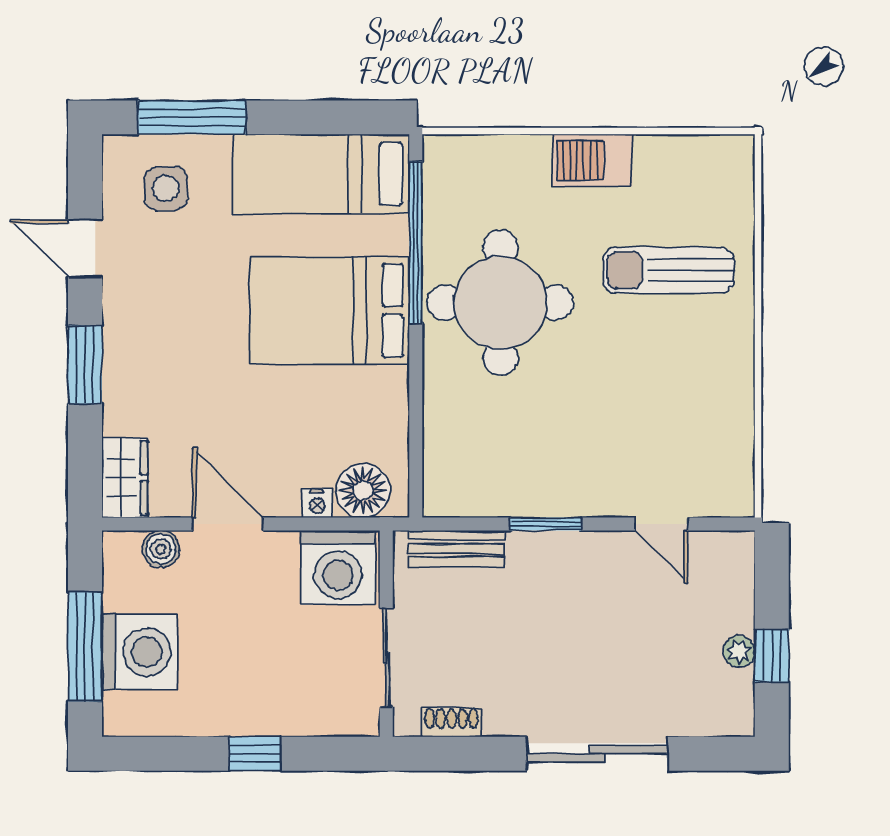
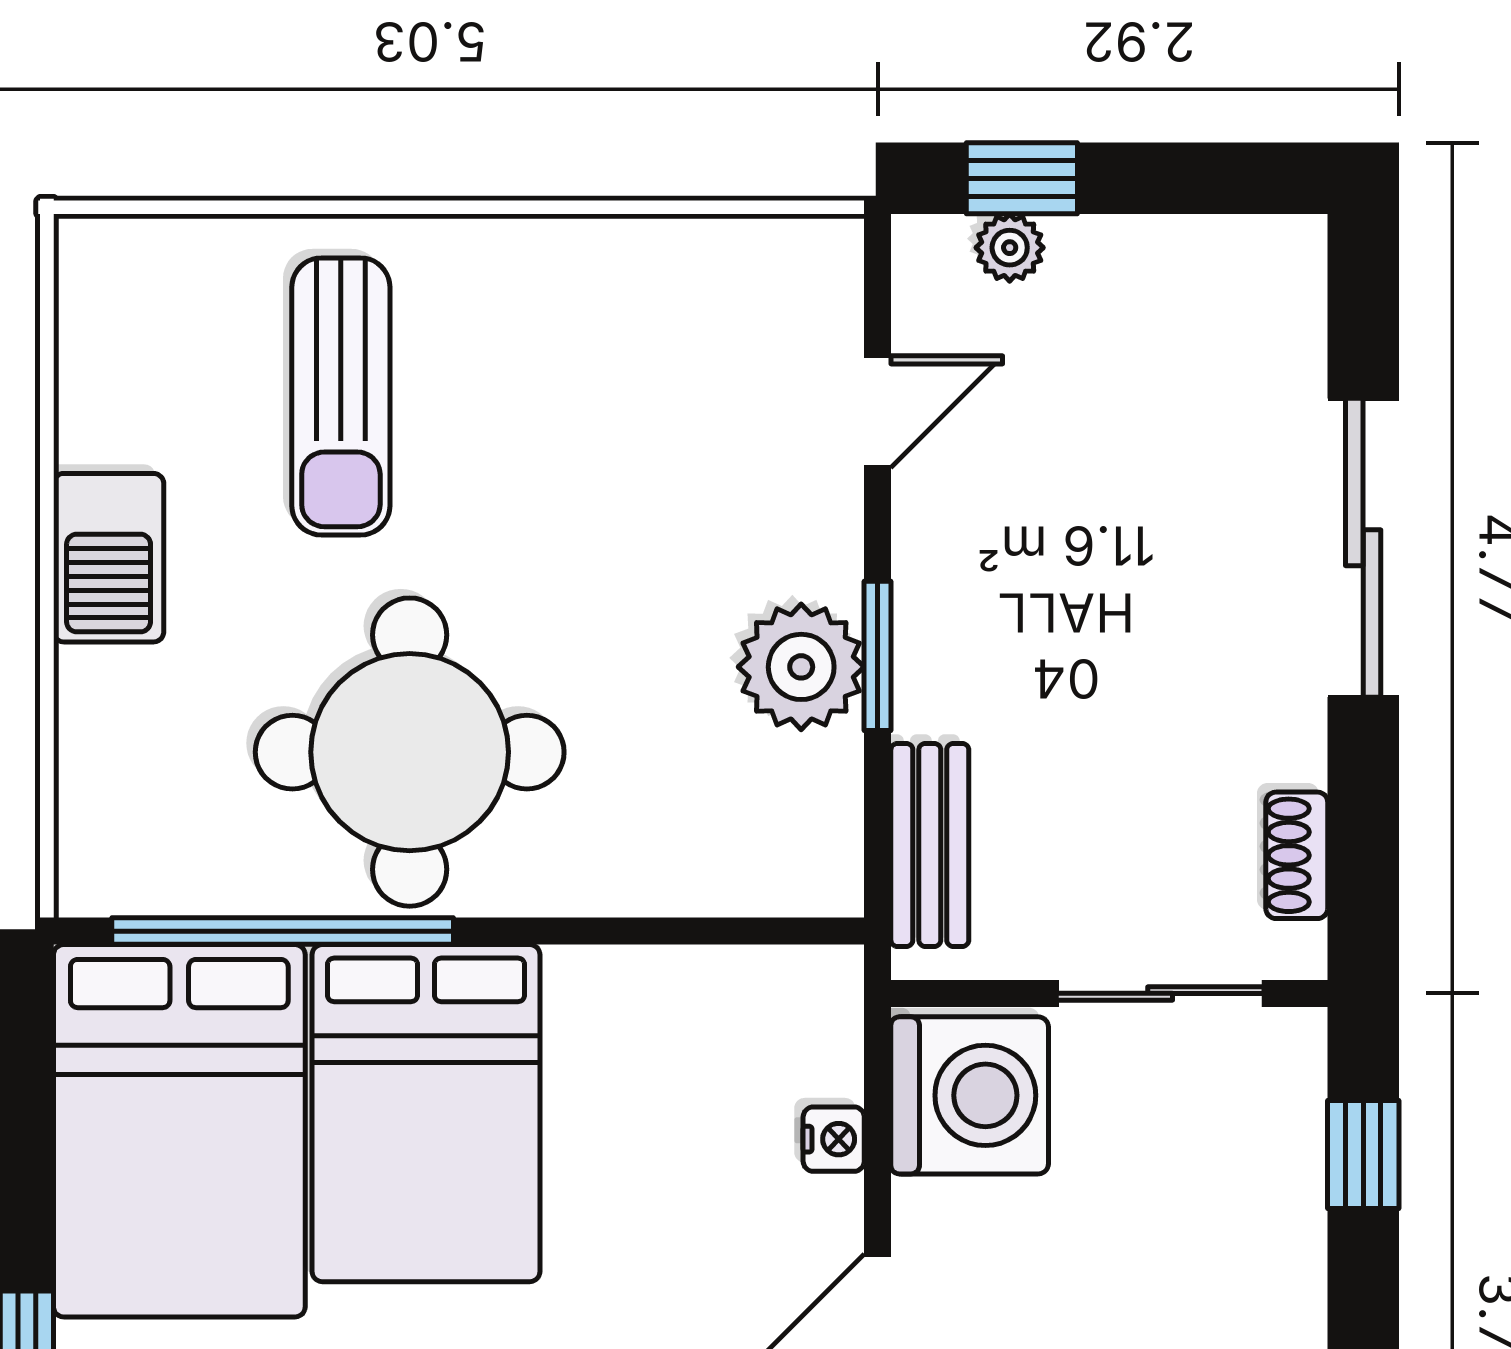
bed: (321, 174) -> (179, 1131), width x1.50
plant: (541, 488) -> (801, 667), added
floor lamp: (363, 491) -> (807, 1042), removed
plant: (739, 651) -> (1010, 248), moved
window: (772, 656) -> (1022, 178), moved
window: (255, 754) -> (1363, 1154), moved

